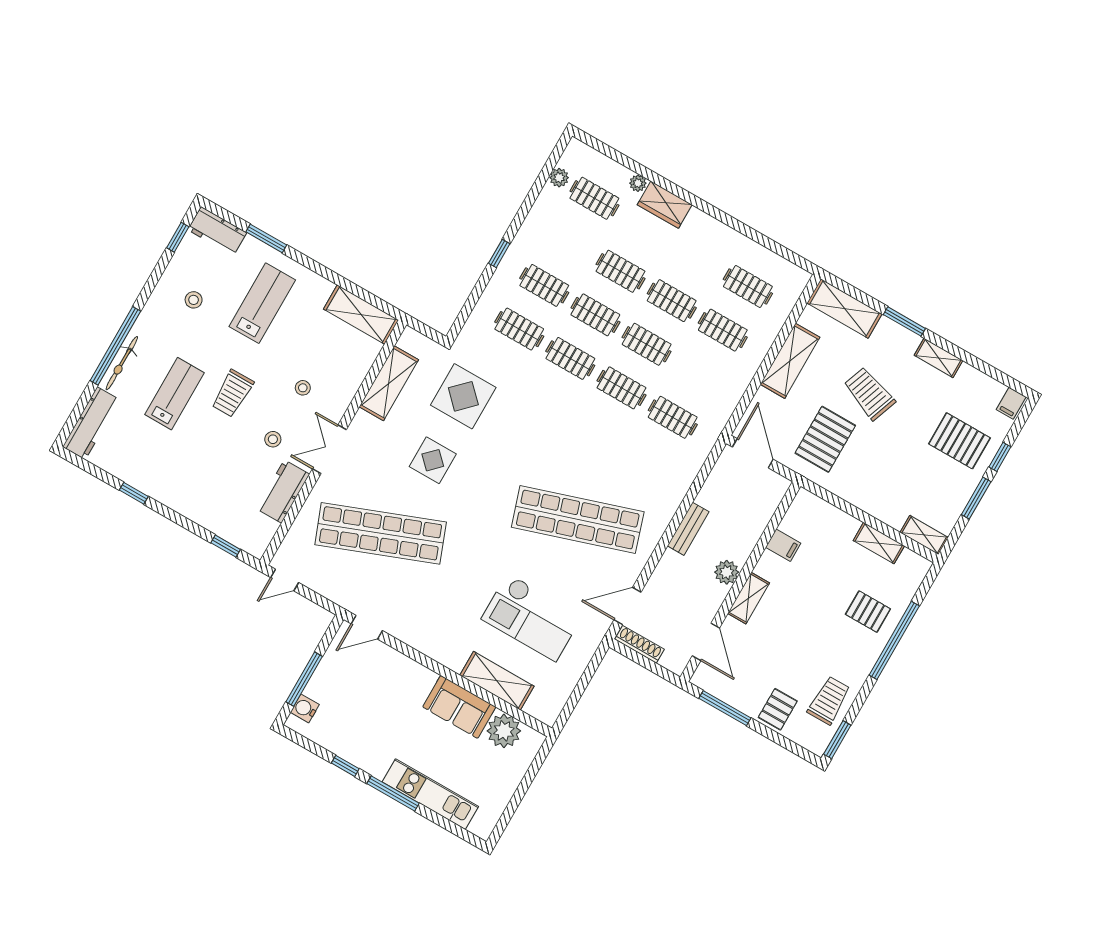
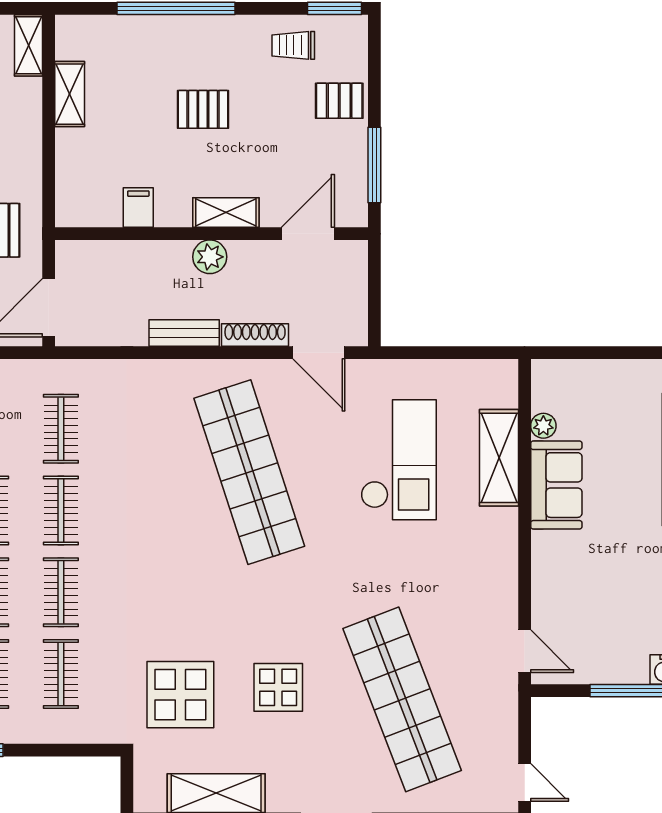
pallet: (868, 612) -> (203, 109), moved, turned 90
shoe rack: (639, 644) -> (255, 335), moved, turned 90
trolley: (829, 700) -> (293, 45), width x0.73, depth x0.72
plant: (504, 731) -> (543, 426), width x0.53, depth x0.53

